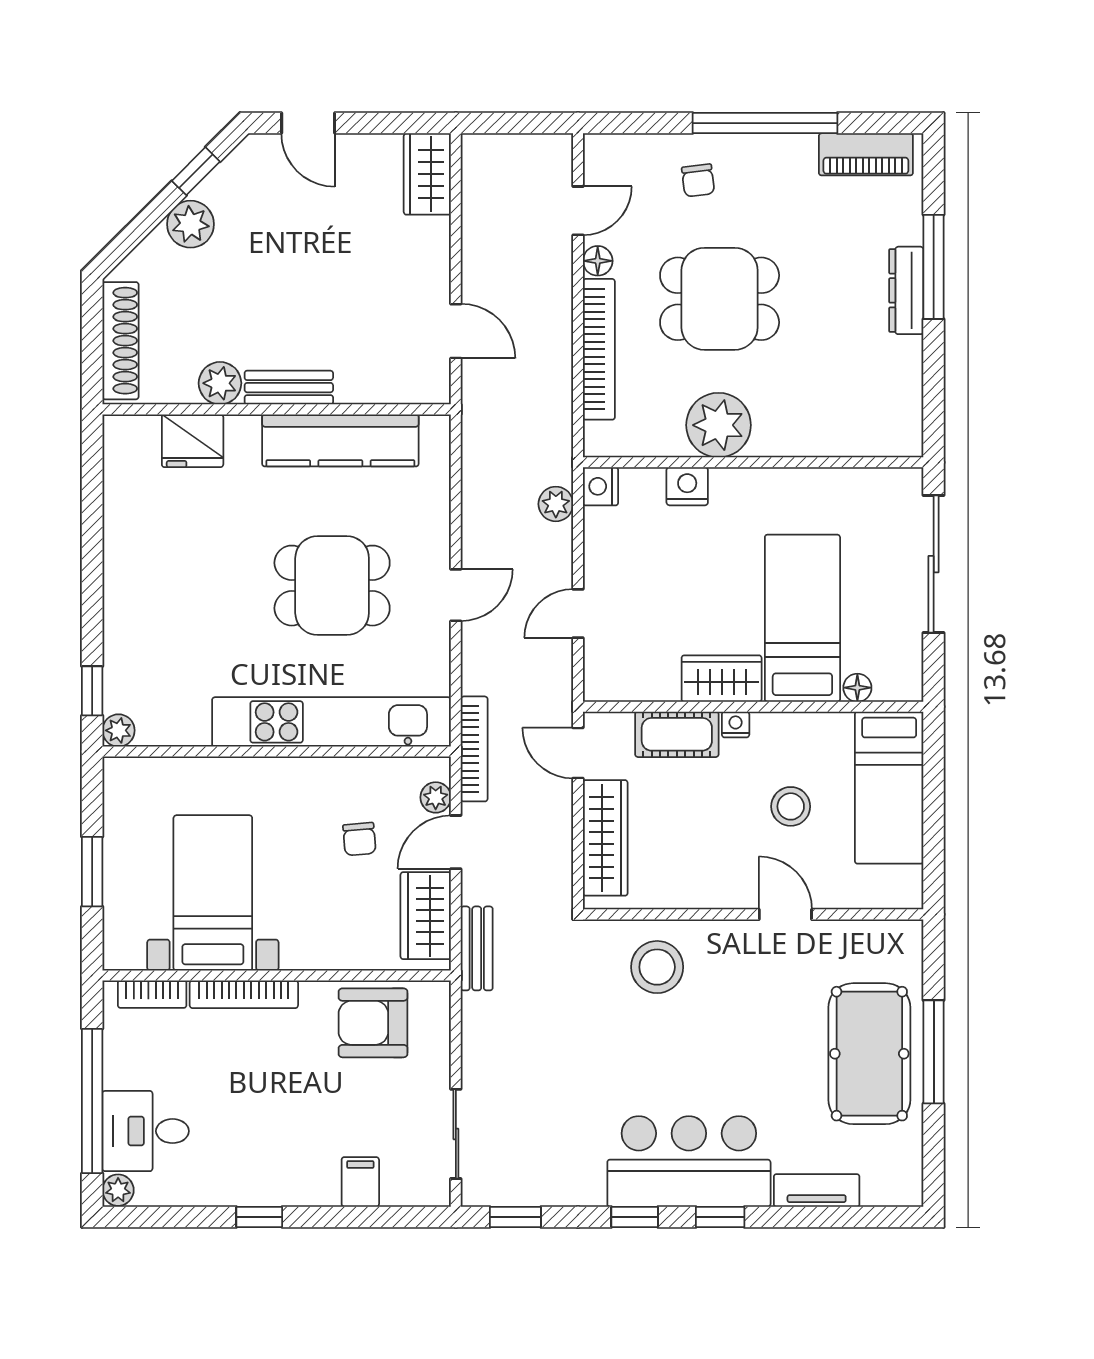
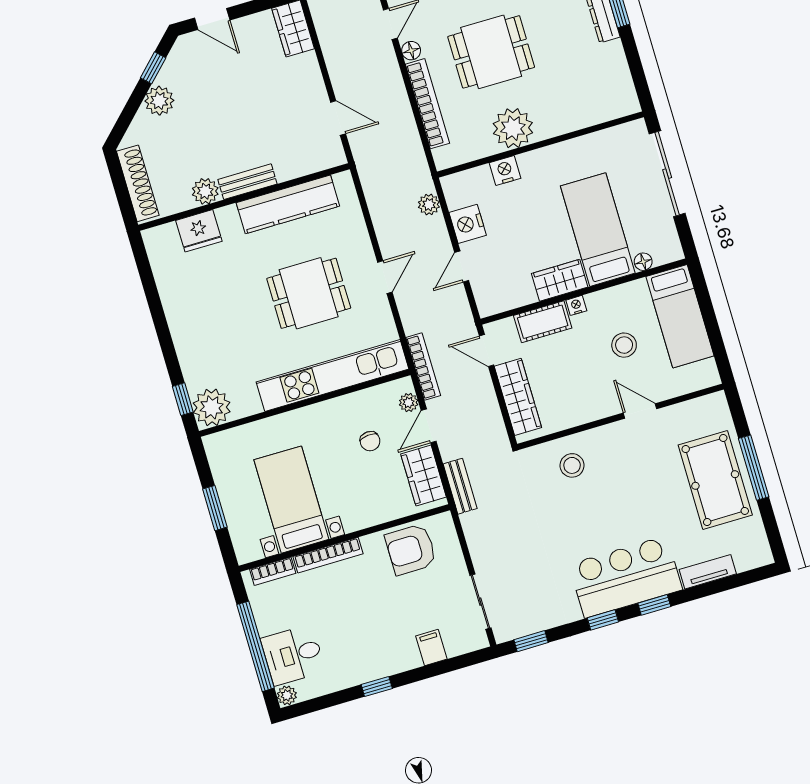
nightstand: (601, 486) -> (468, 224), moved, width x1.36, depth x1.33
plant: (118, 730) -> (212, 407), width x1.88, depth x1.88
stool: (657, 967) -> (572, 465), width x0.73, depth x0.73

